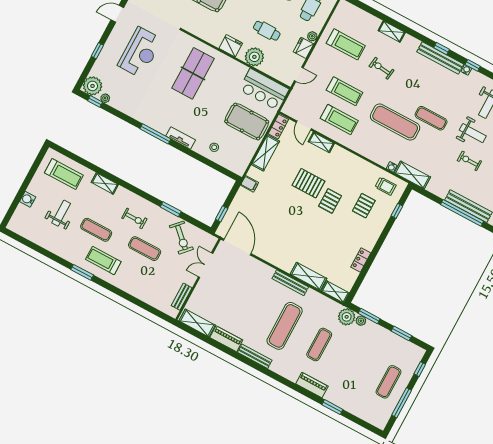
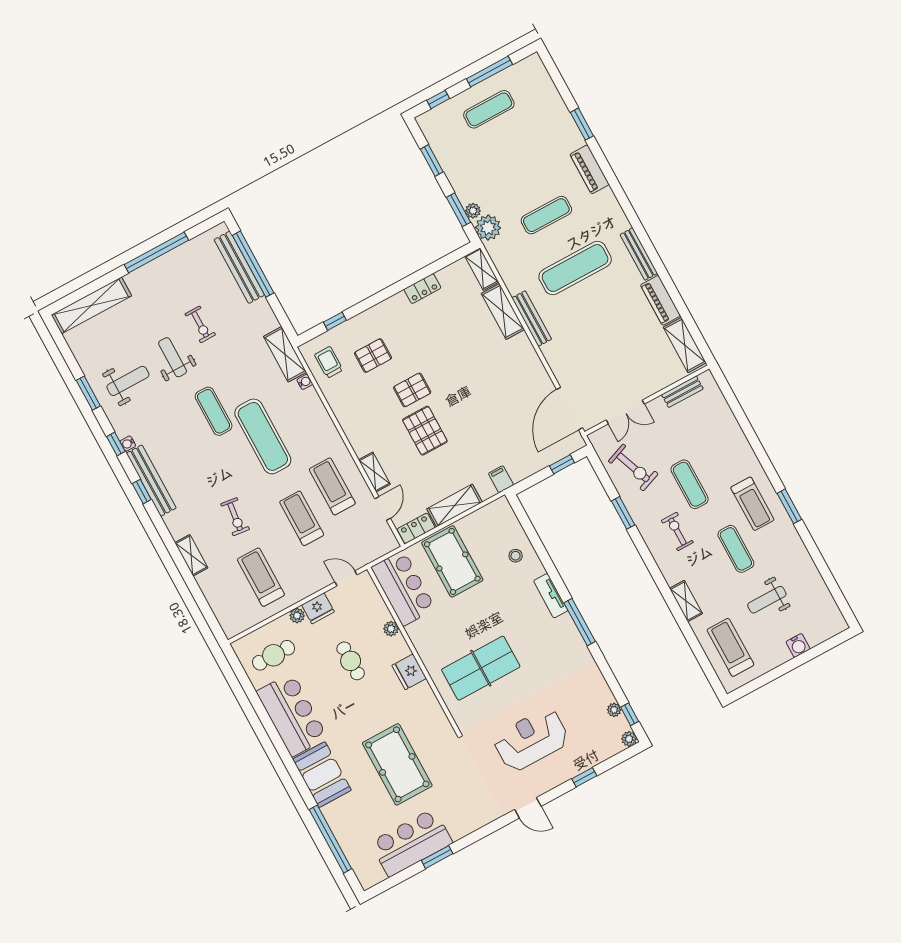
plant: (254, 57) -> (391, 629), width x0.53, depth x0.53
plant: (93, 86) -> (629, 739), width x0.53, depth x0.53
exercise bike: (181, 238) -> (633, 467), turned 116

